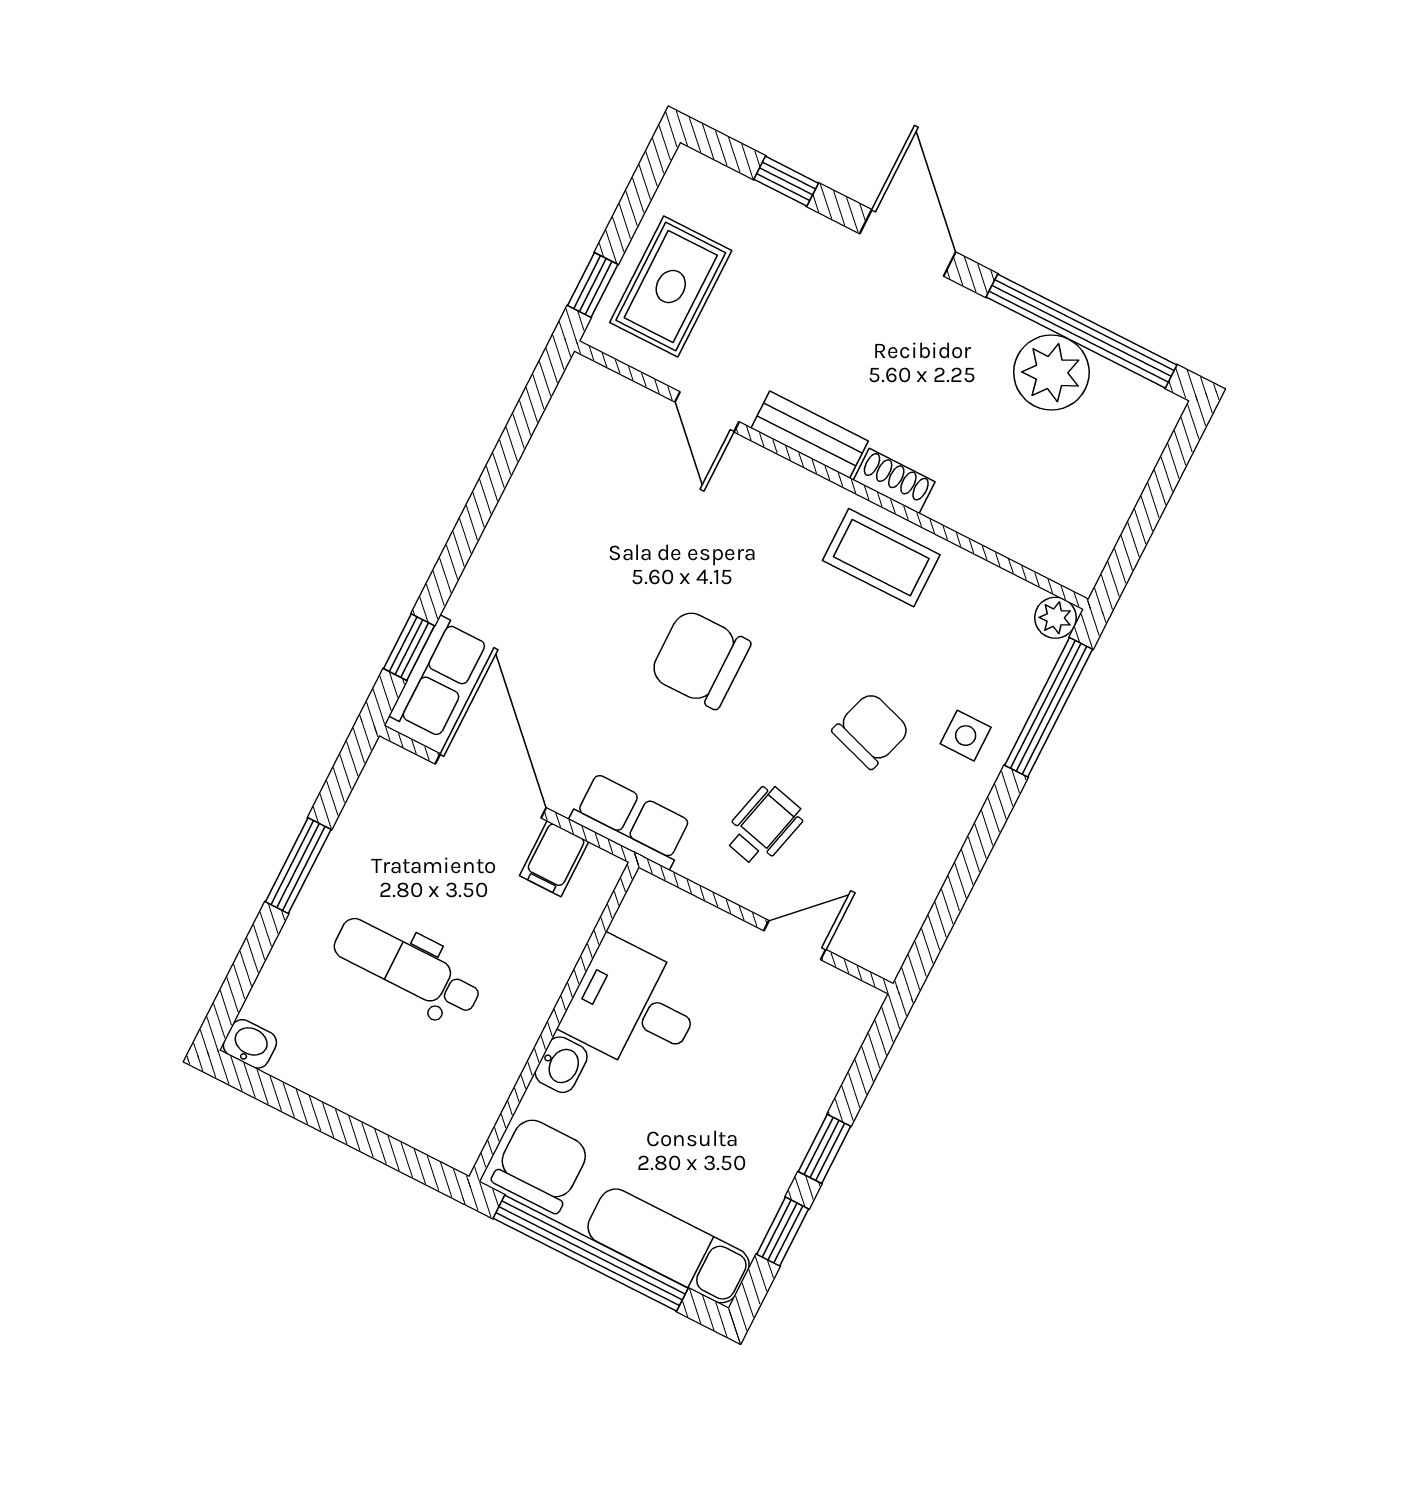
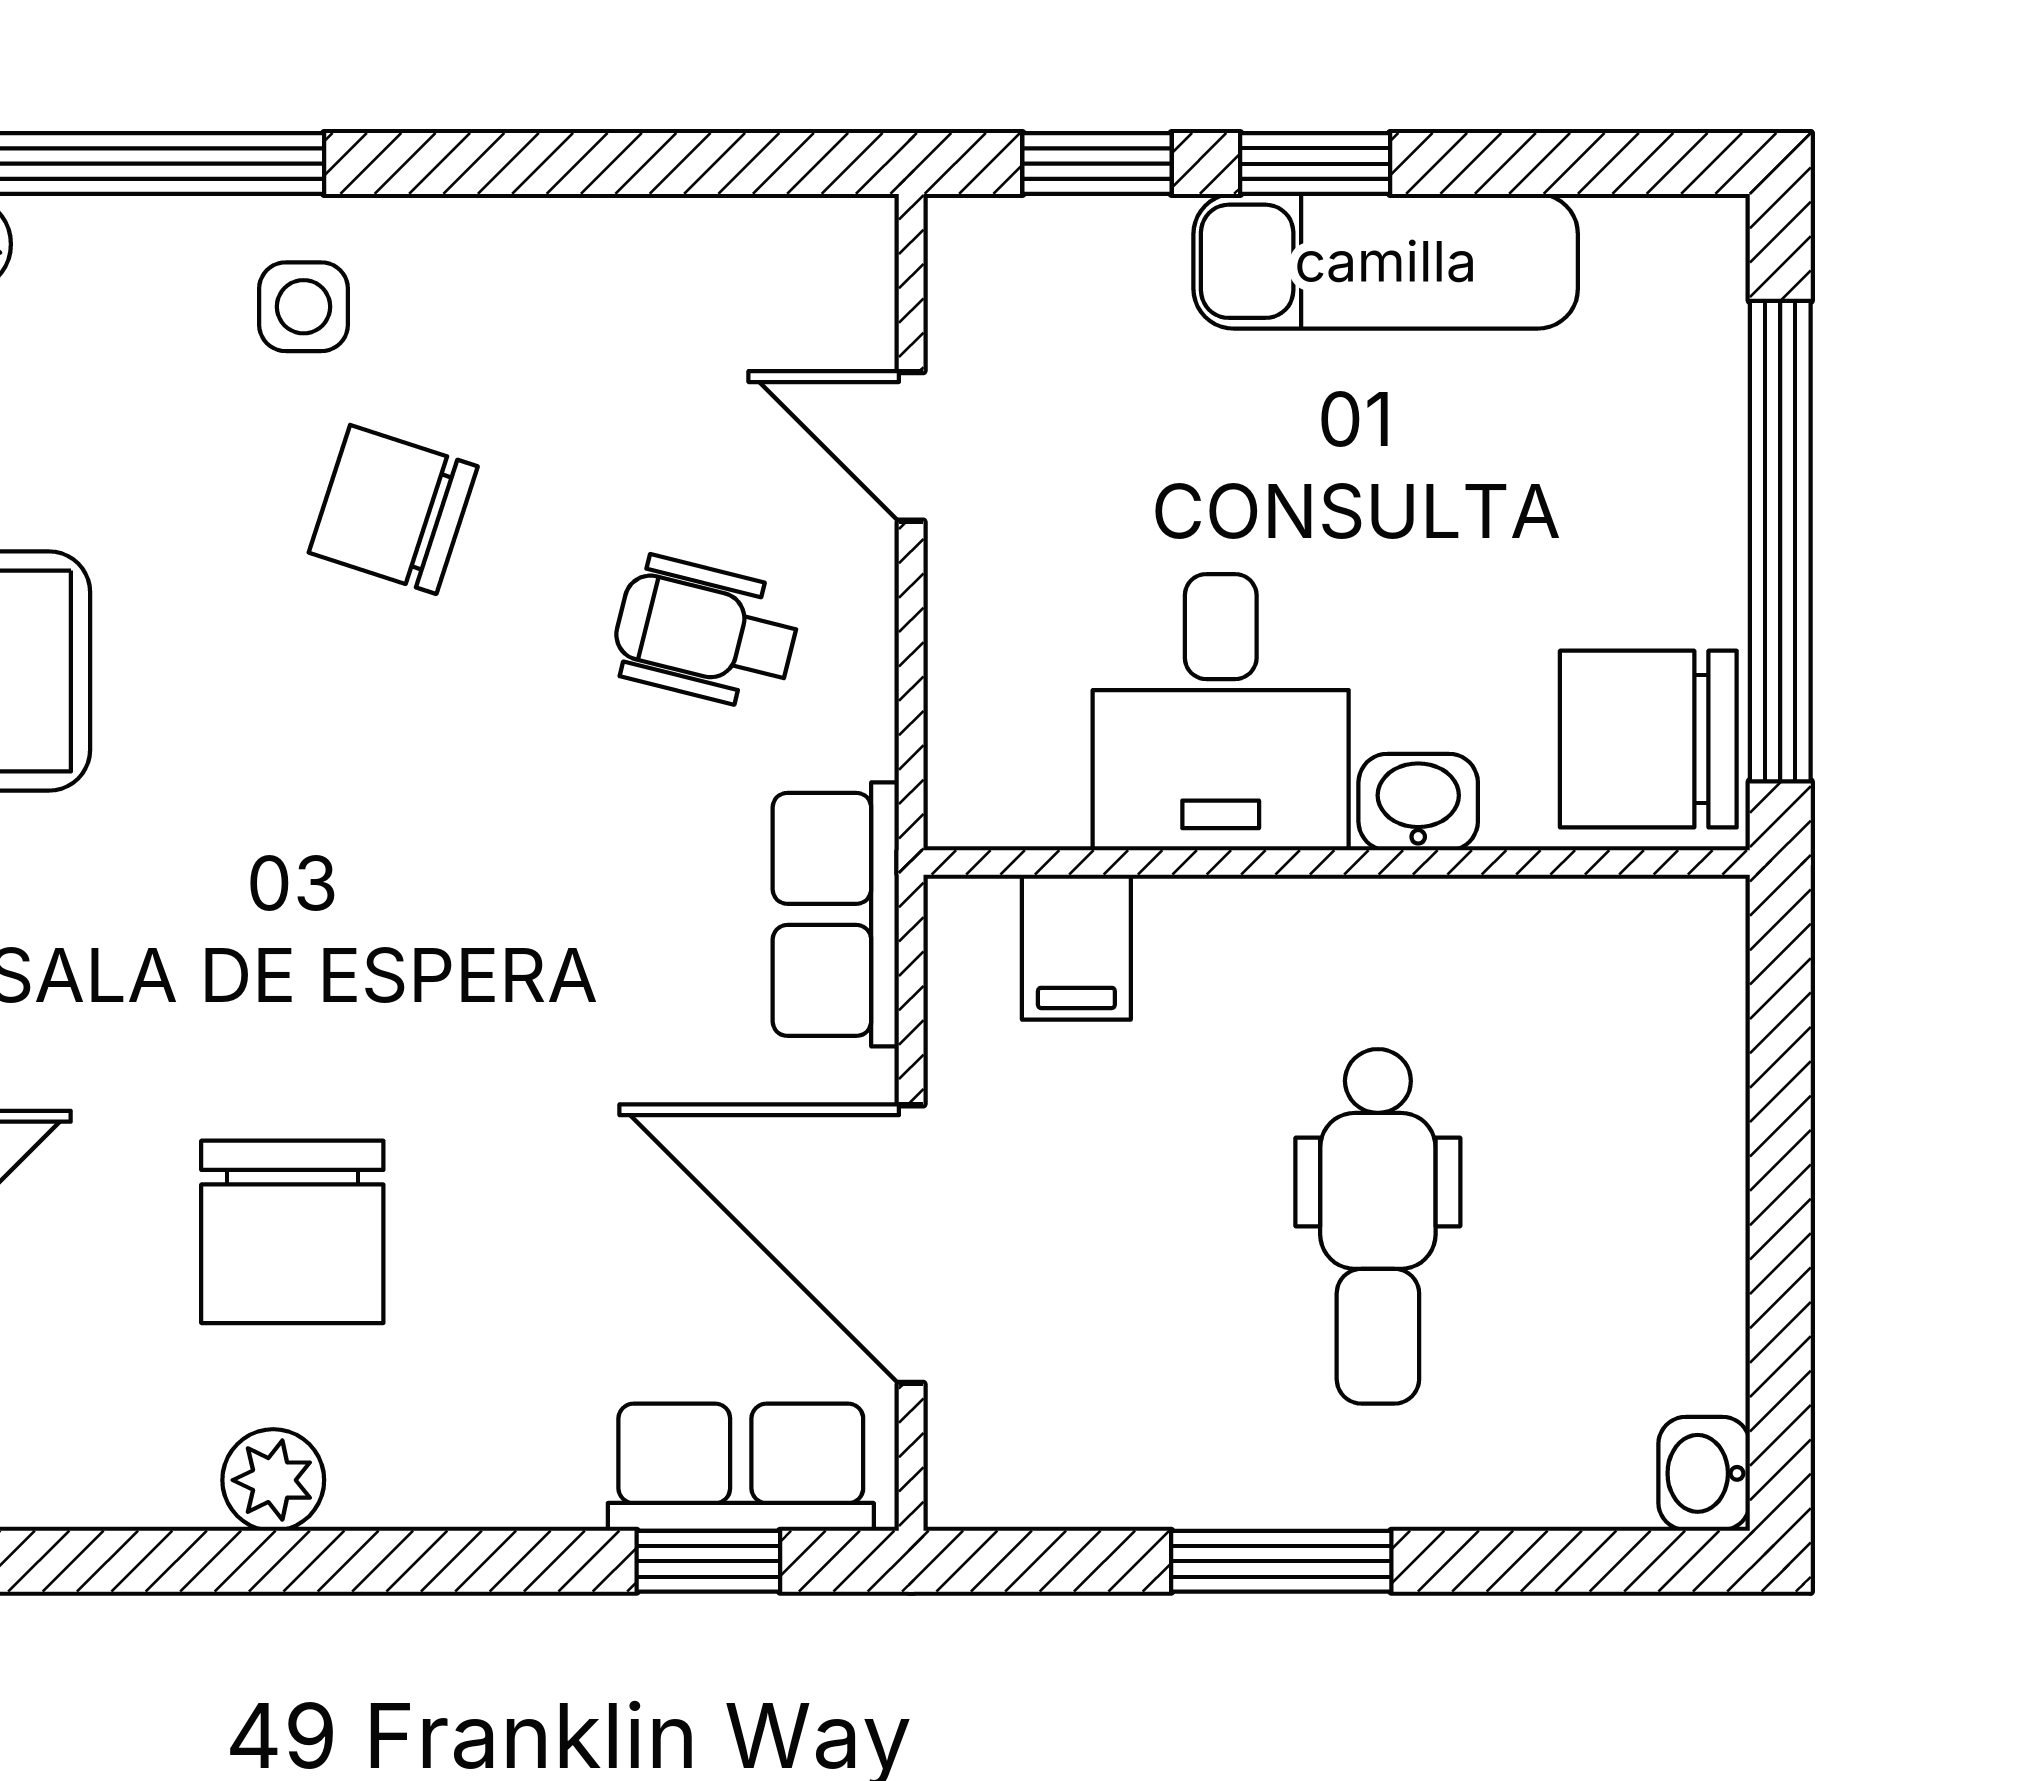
plant: (524, 497) -> (273, 1480), added
chair: (700, 659) -> (292, 1232), moved
door: (491, 786) -> (911, 1244), hinge flipped
filing cabinet: (554, 859) -> (1076, 947), moved, turned 90
window: (783, 1232) -> (1097, 164), moved
exam couch: (669, 1246) -> (1386, 261), moved, turned -90

